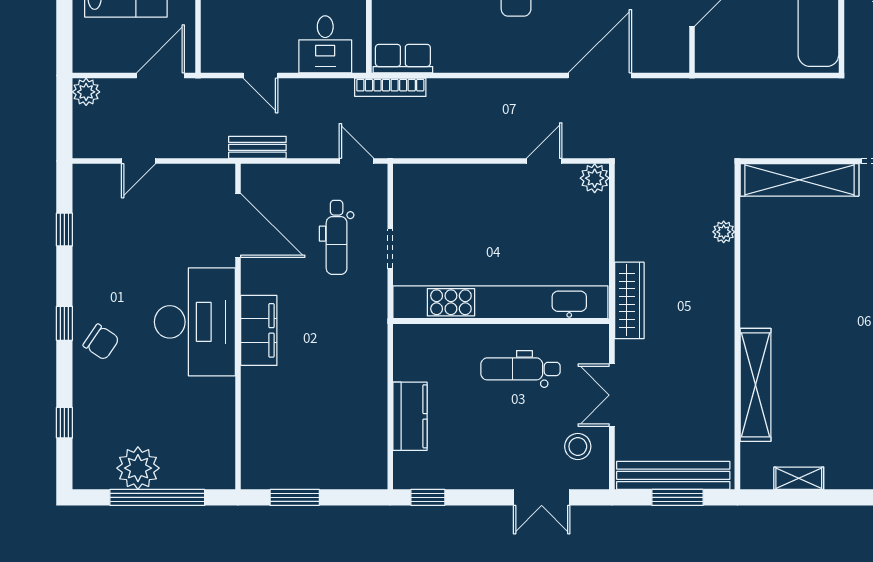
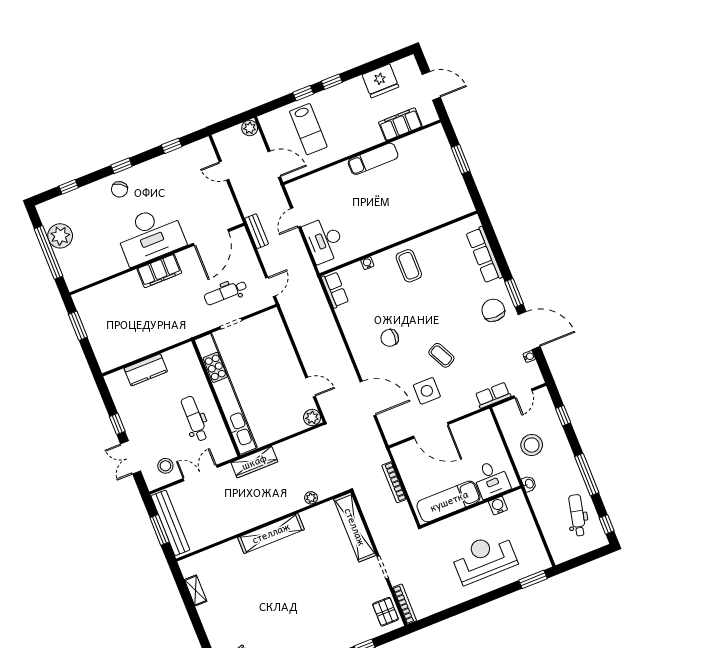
desk: (325, 44) -> (324, 240), width x1.37
bookcase: (390, 87) -> (394, 482), moved
shelving: (755, 385) -> (271, 533), moved
window: (428, 497) -> (117, 424), moved

